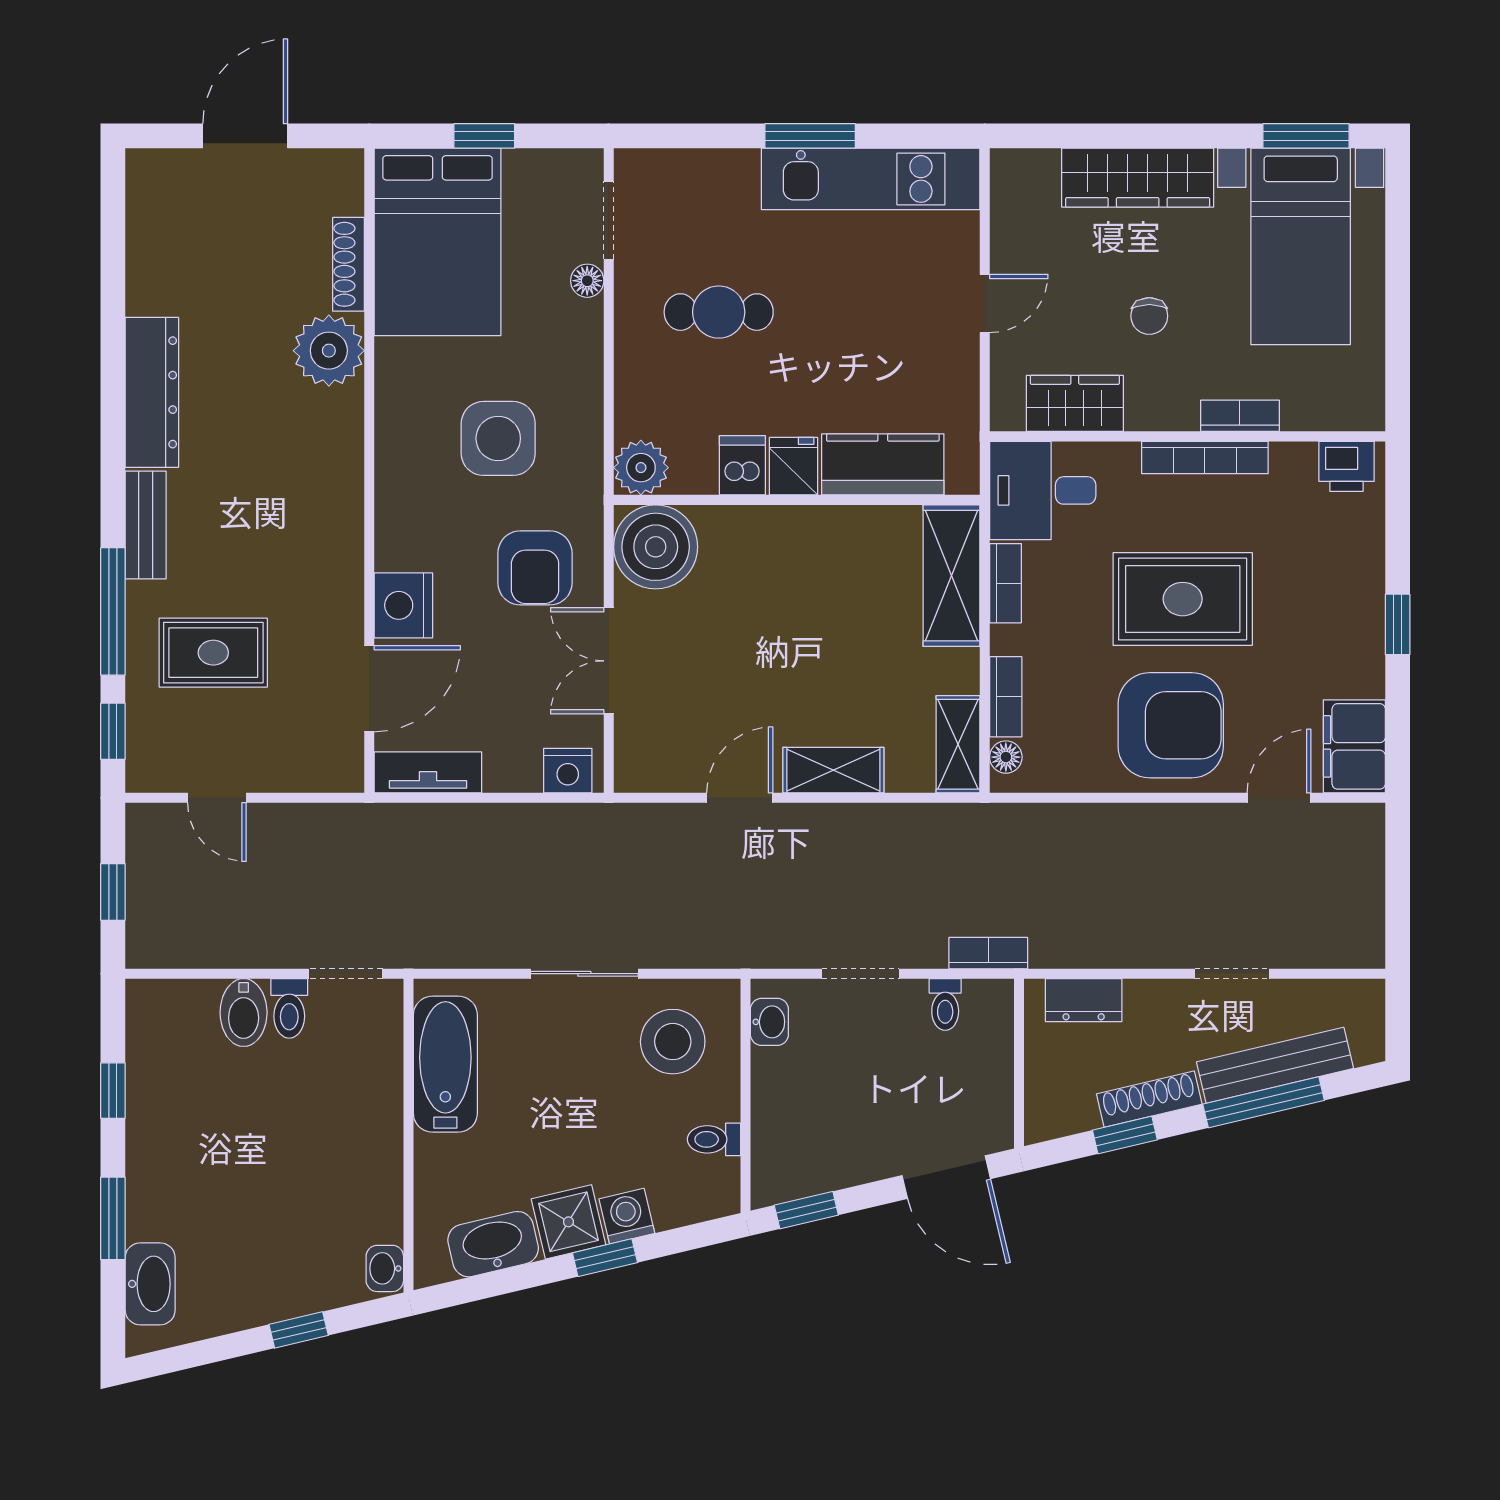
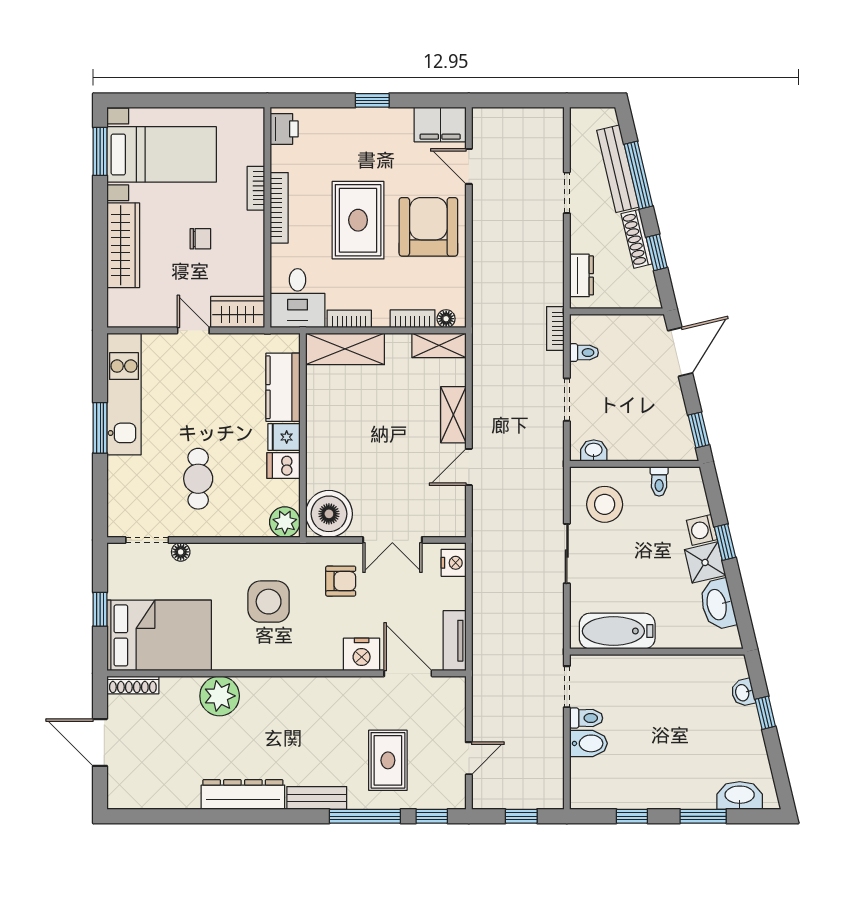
shoe rack: (349, 264) -> (133, 685), moved
wardrobe: (1075, 403) -> (238, 312), moved, turned 90
armchair: (535, 568) -> (341, 581), width x0.72, depth x0.72
door: (740, 798) -> (469, 467), hinge flipped
washbasin: (385, 1268) -> (743, 693), moved, turned 77

